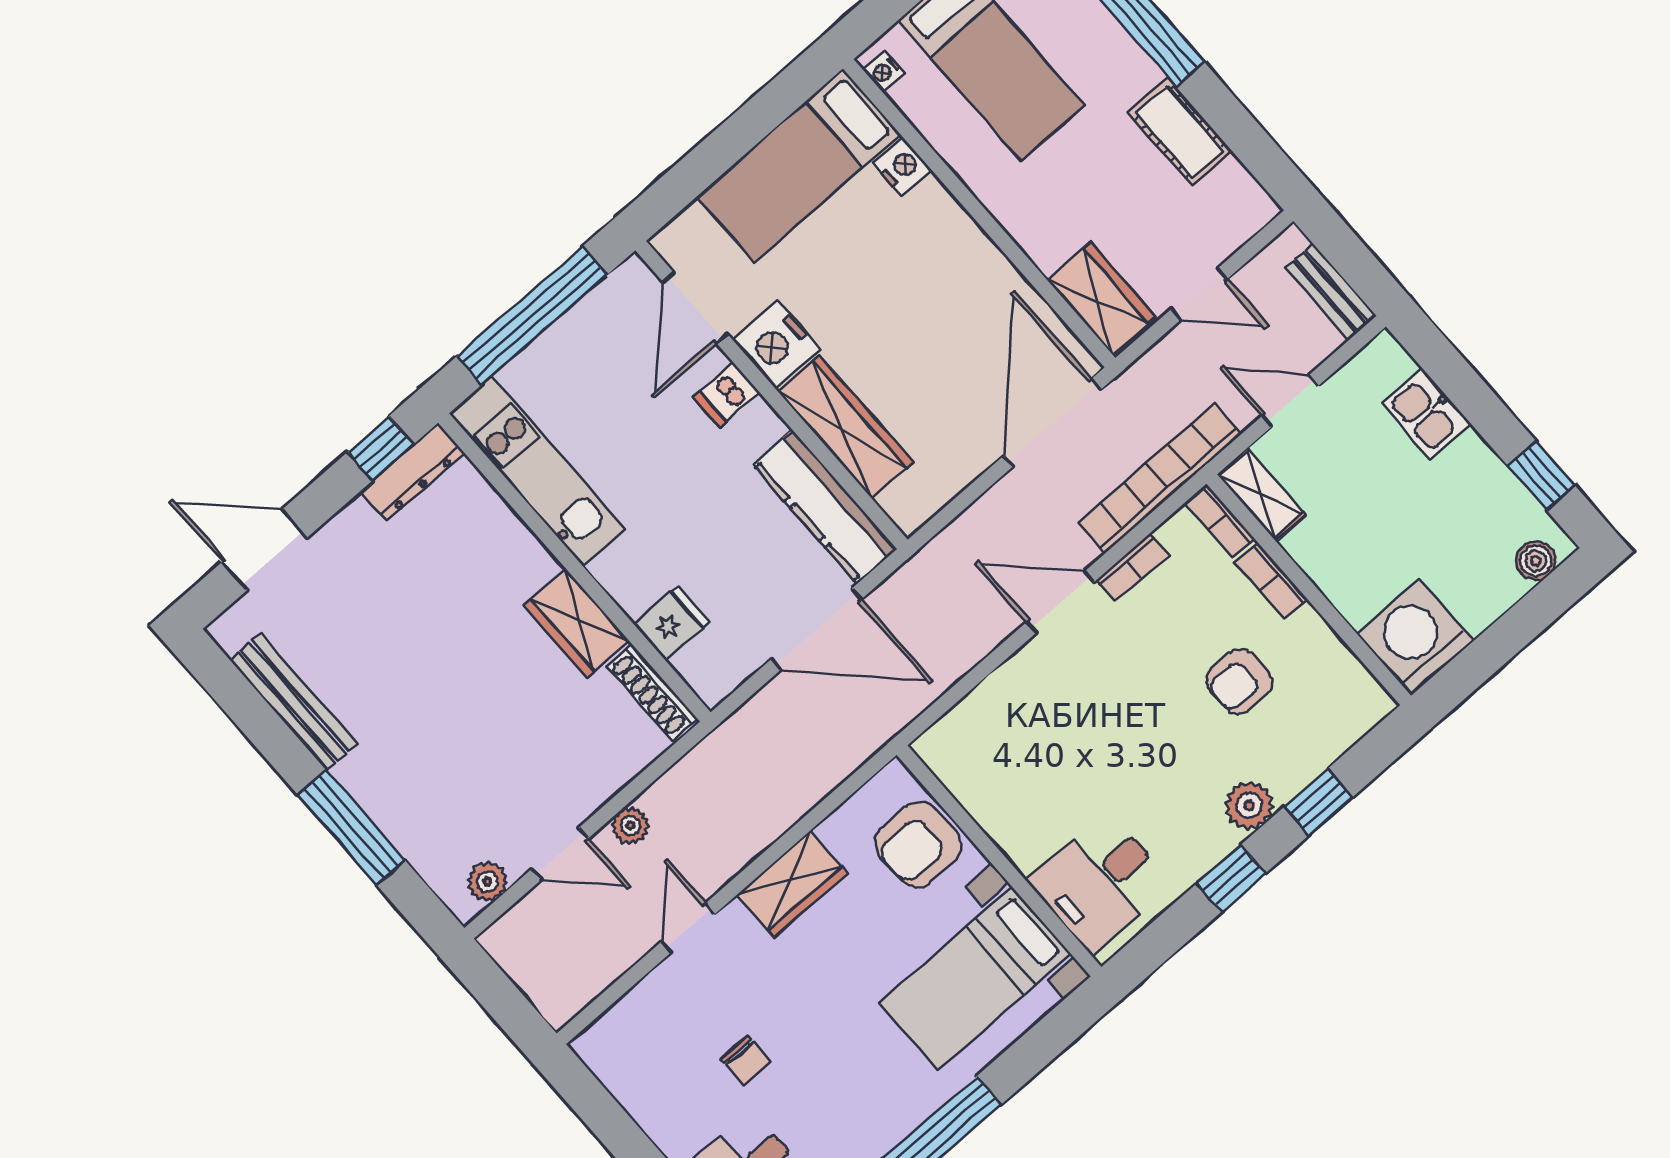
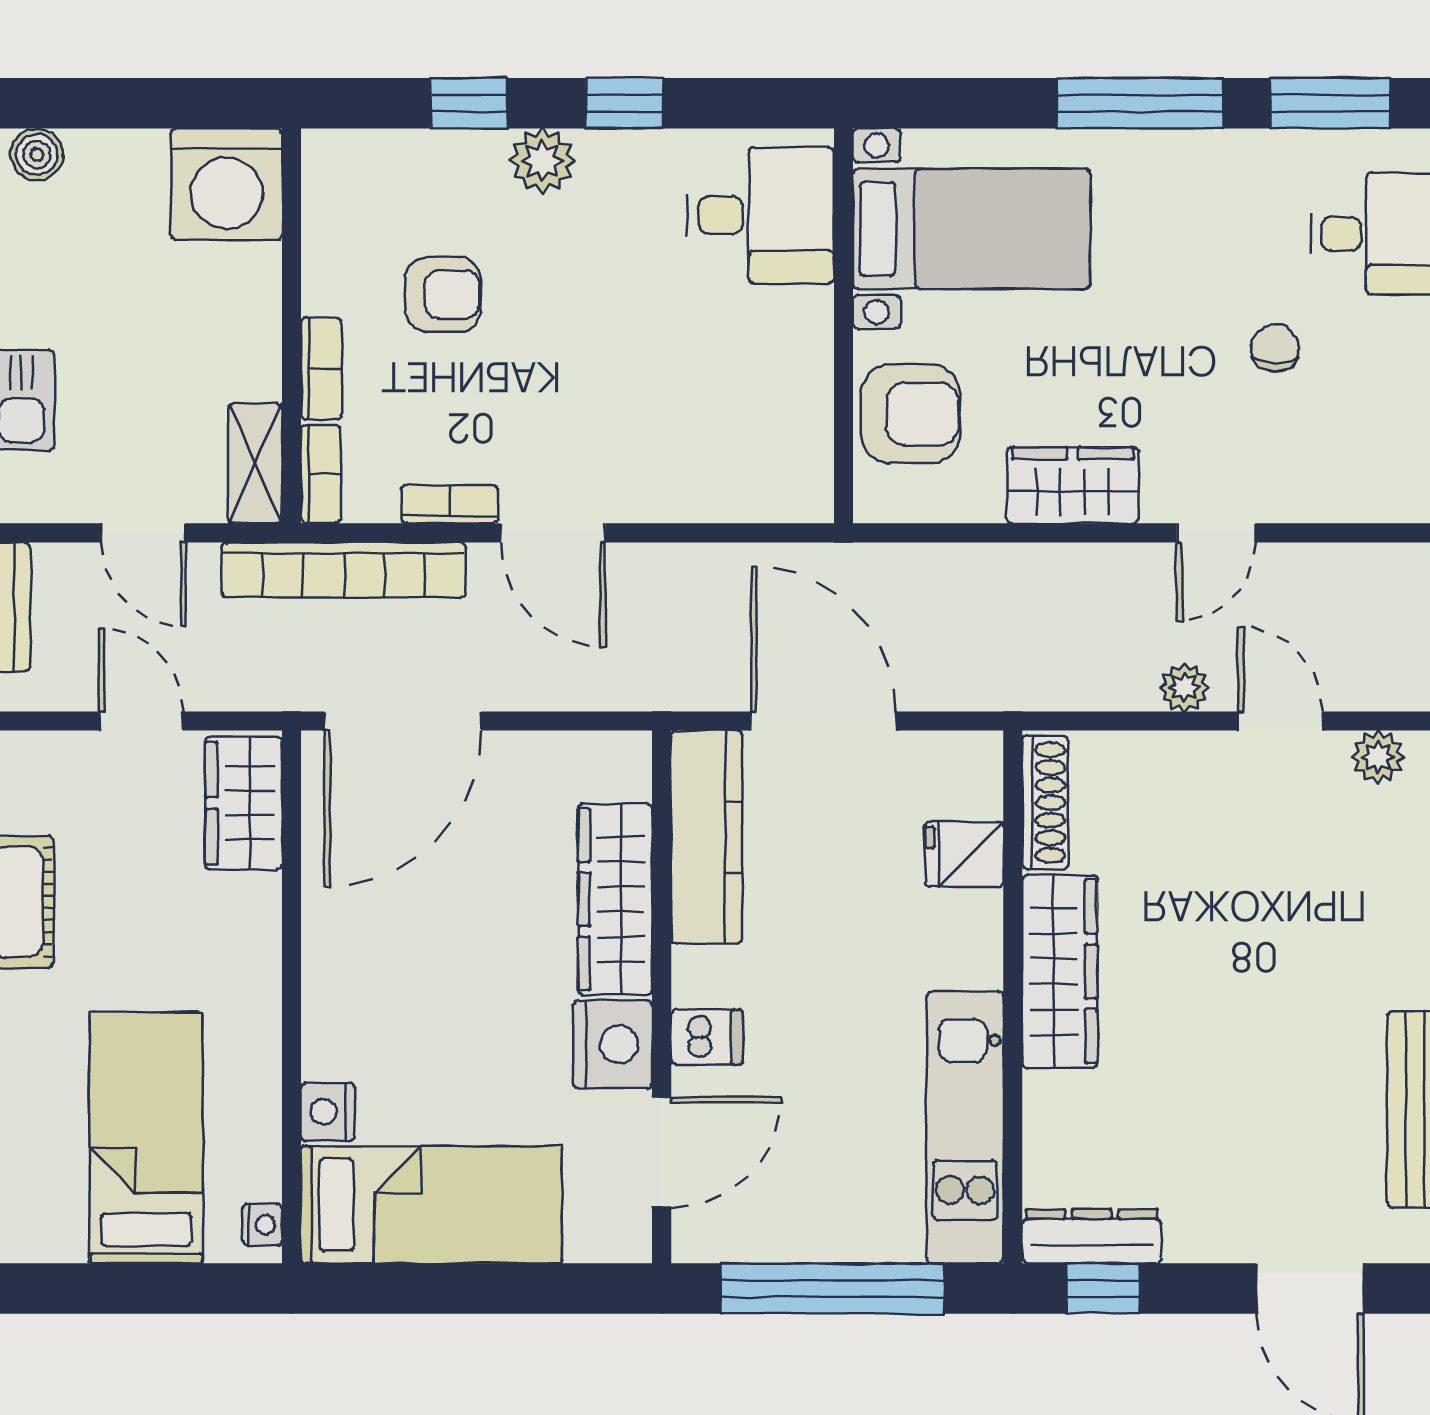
wardrobe: (577, 623) -> (1060, 971), width x1.50

